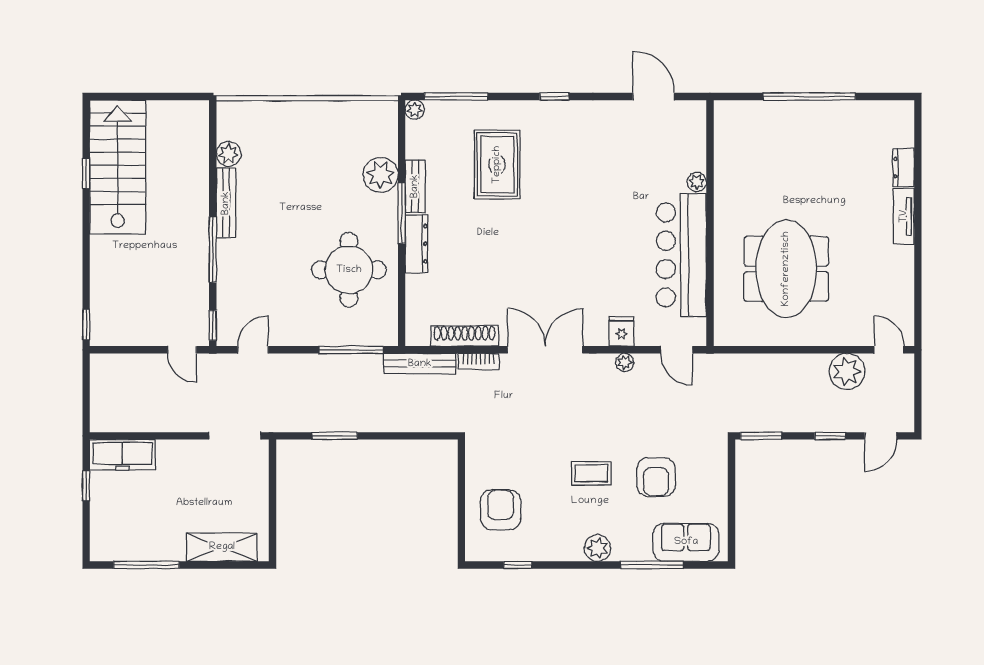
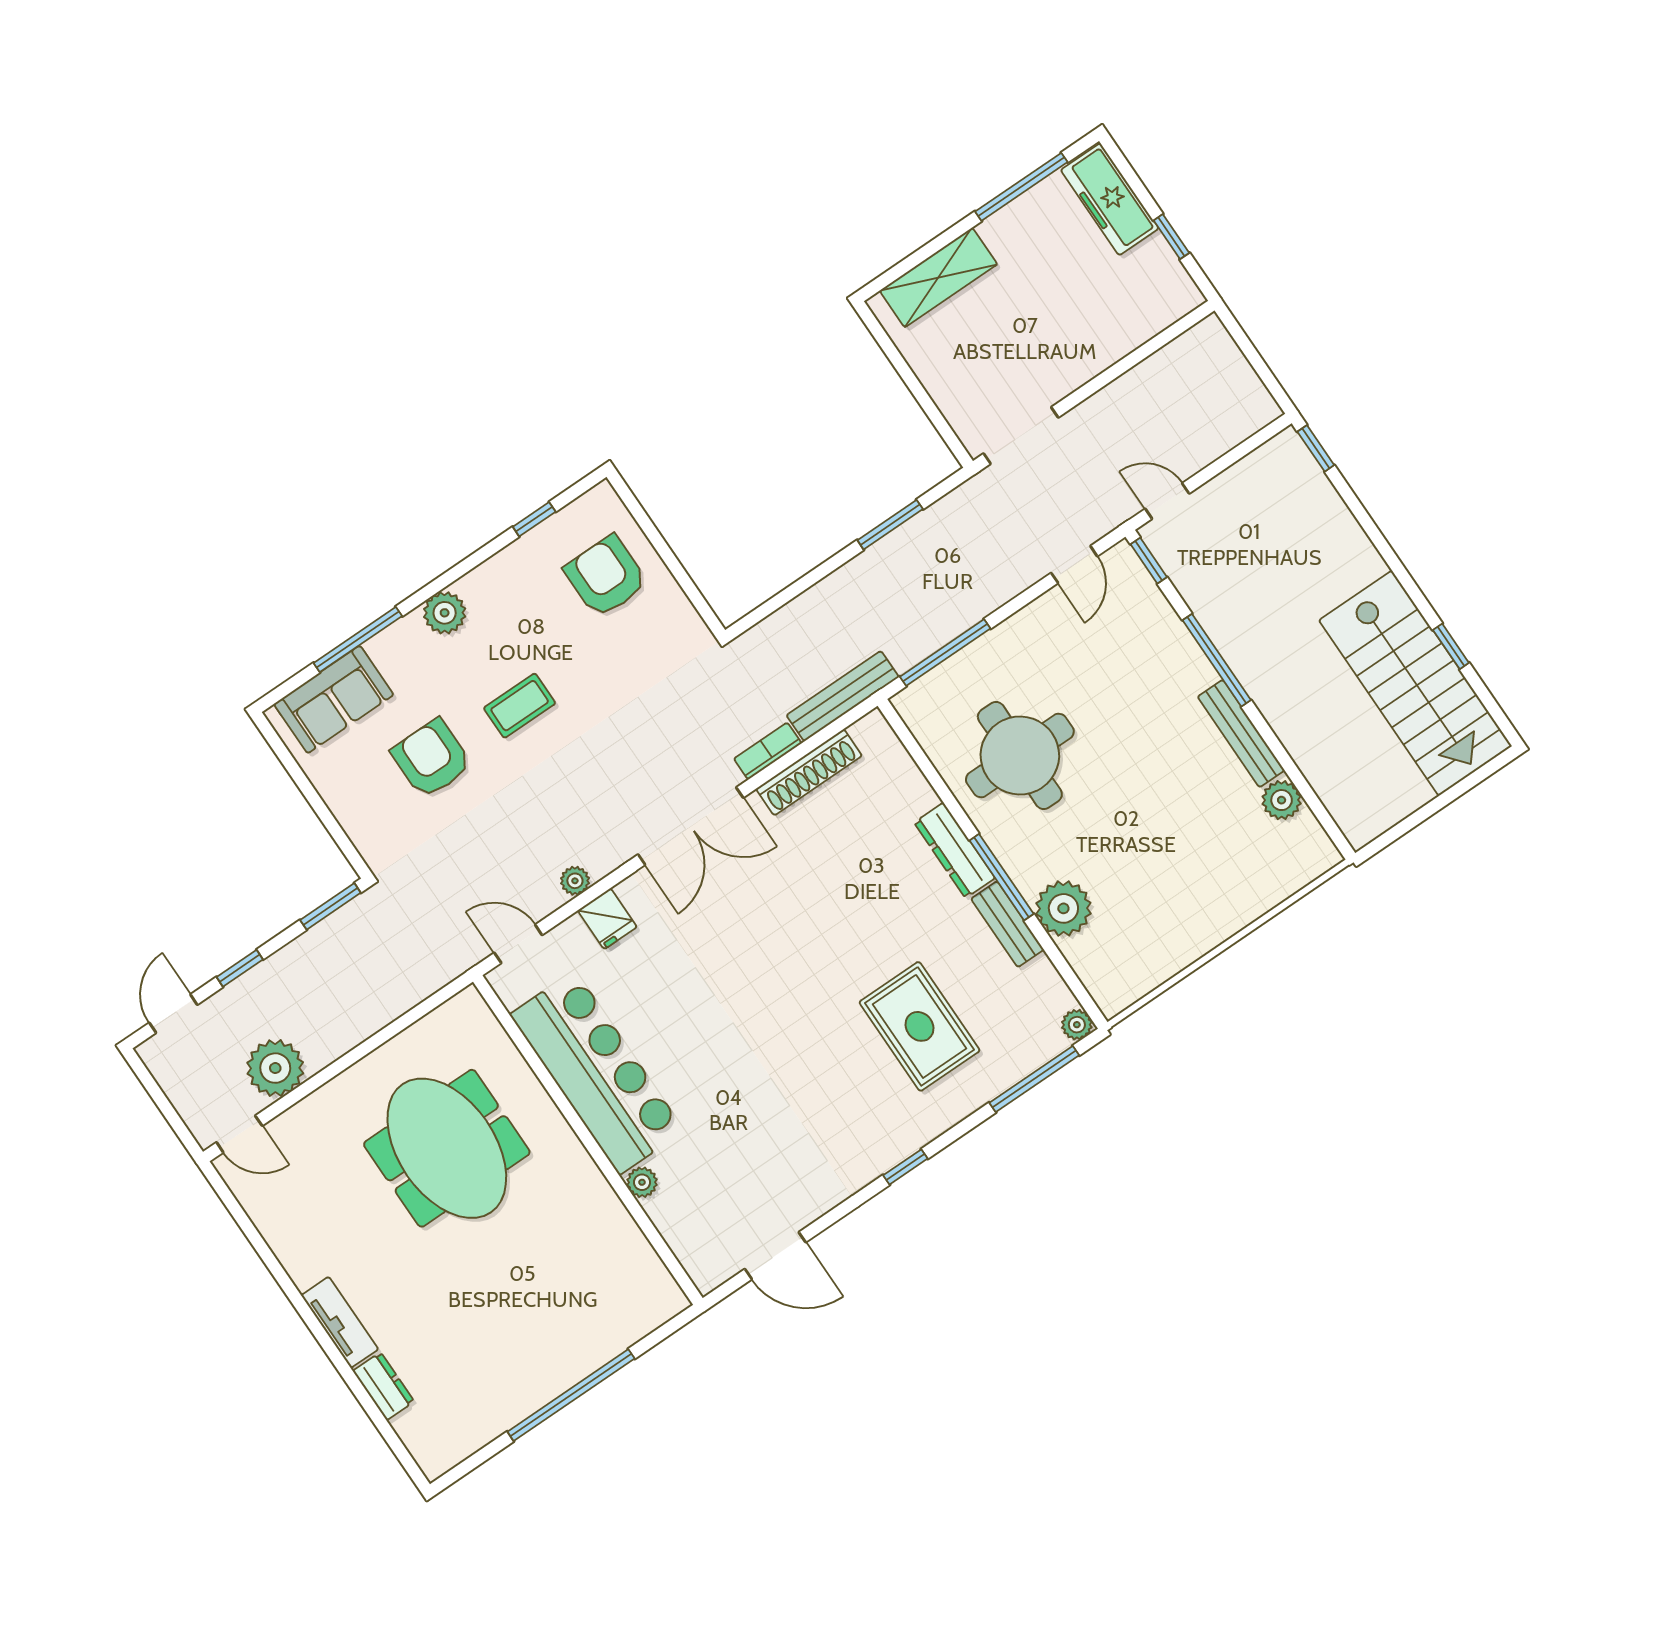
freezer: (122, 455) -> (1110, 199), moved, turned -90
armchair: (501, 510) -> (606, 576), turned 180

